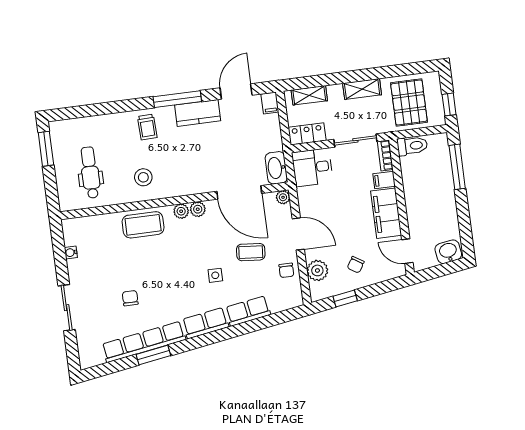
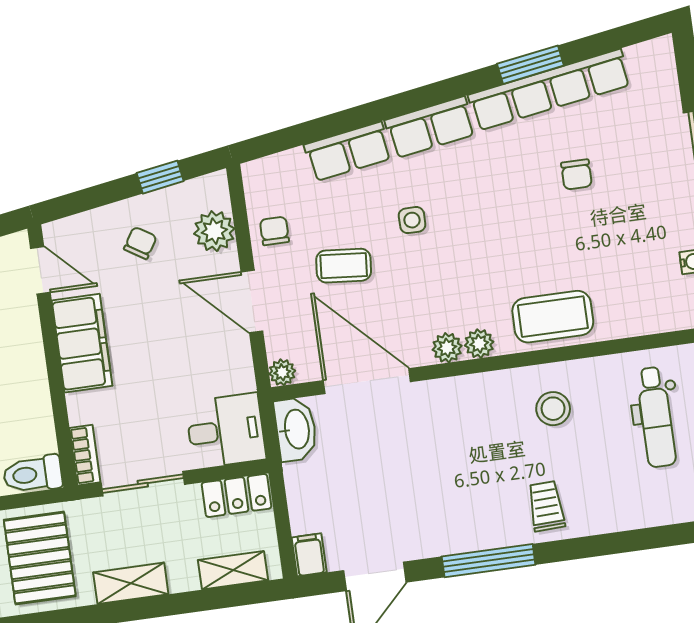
kitchen counter: (198, 113) -> (449, 534), removed
filing cabinet: (384, 180) -> (87, 407), removed

